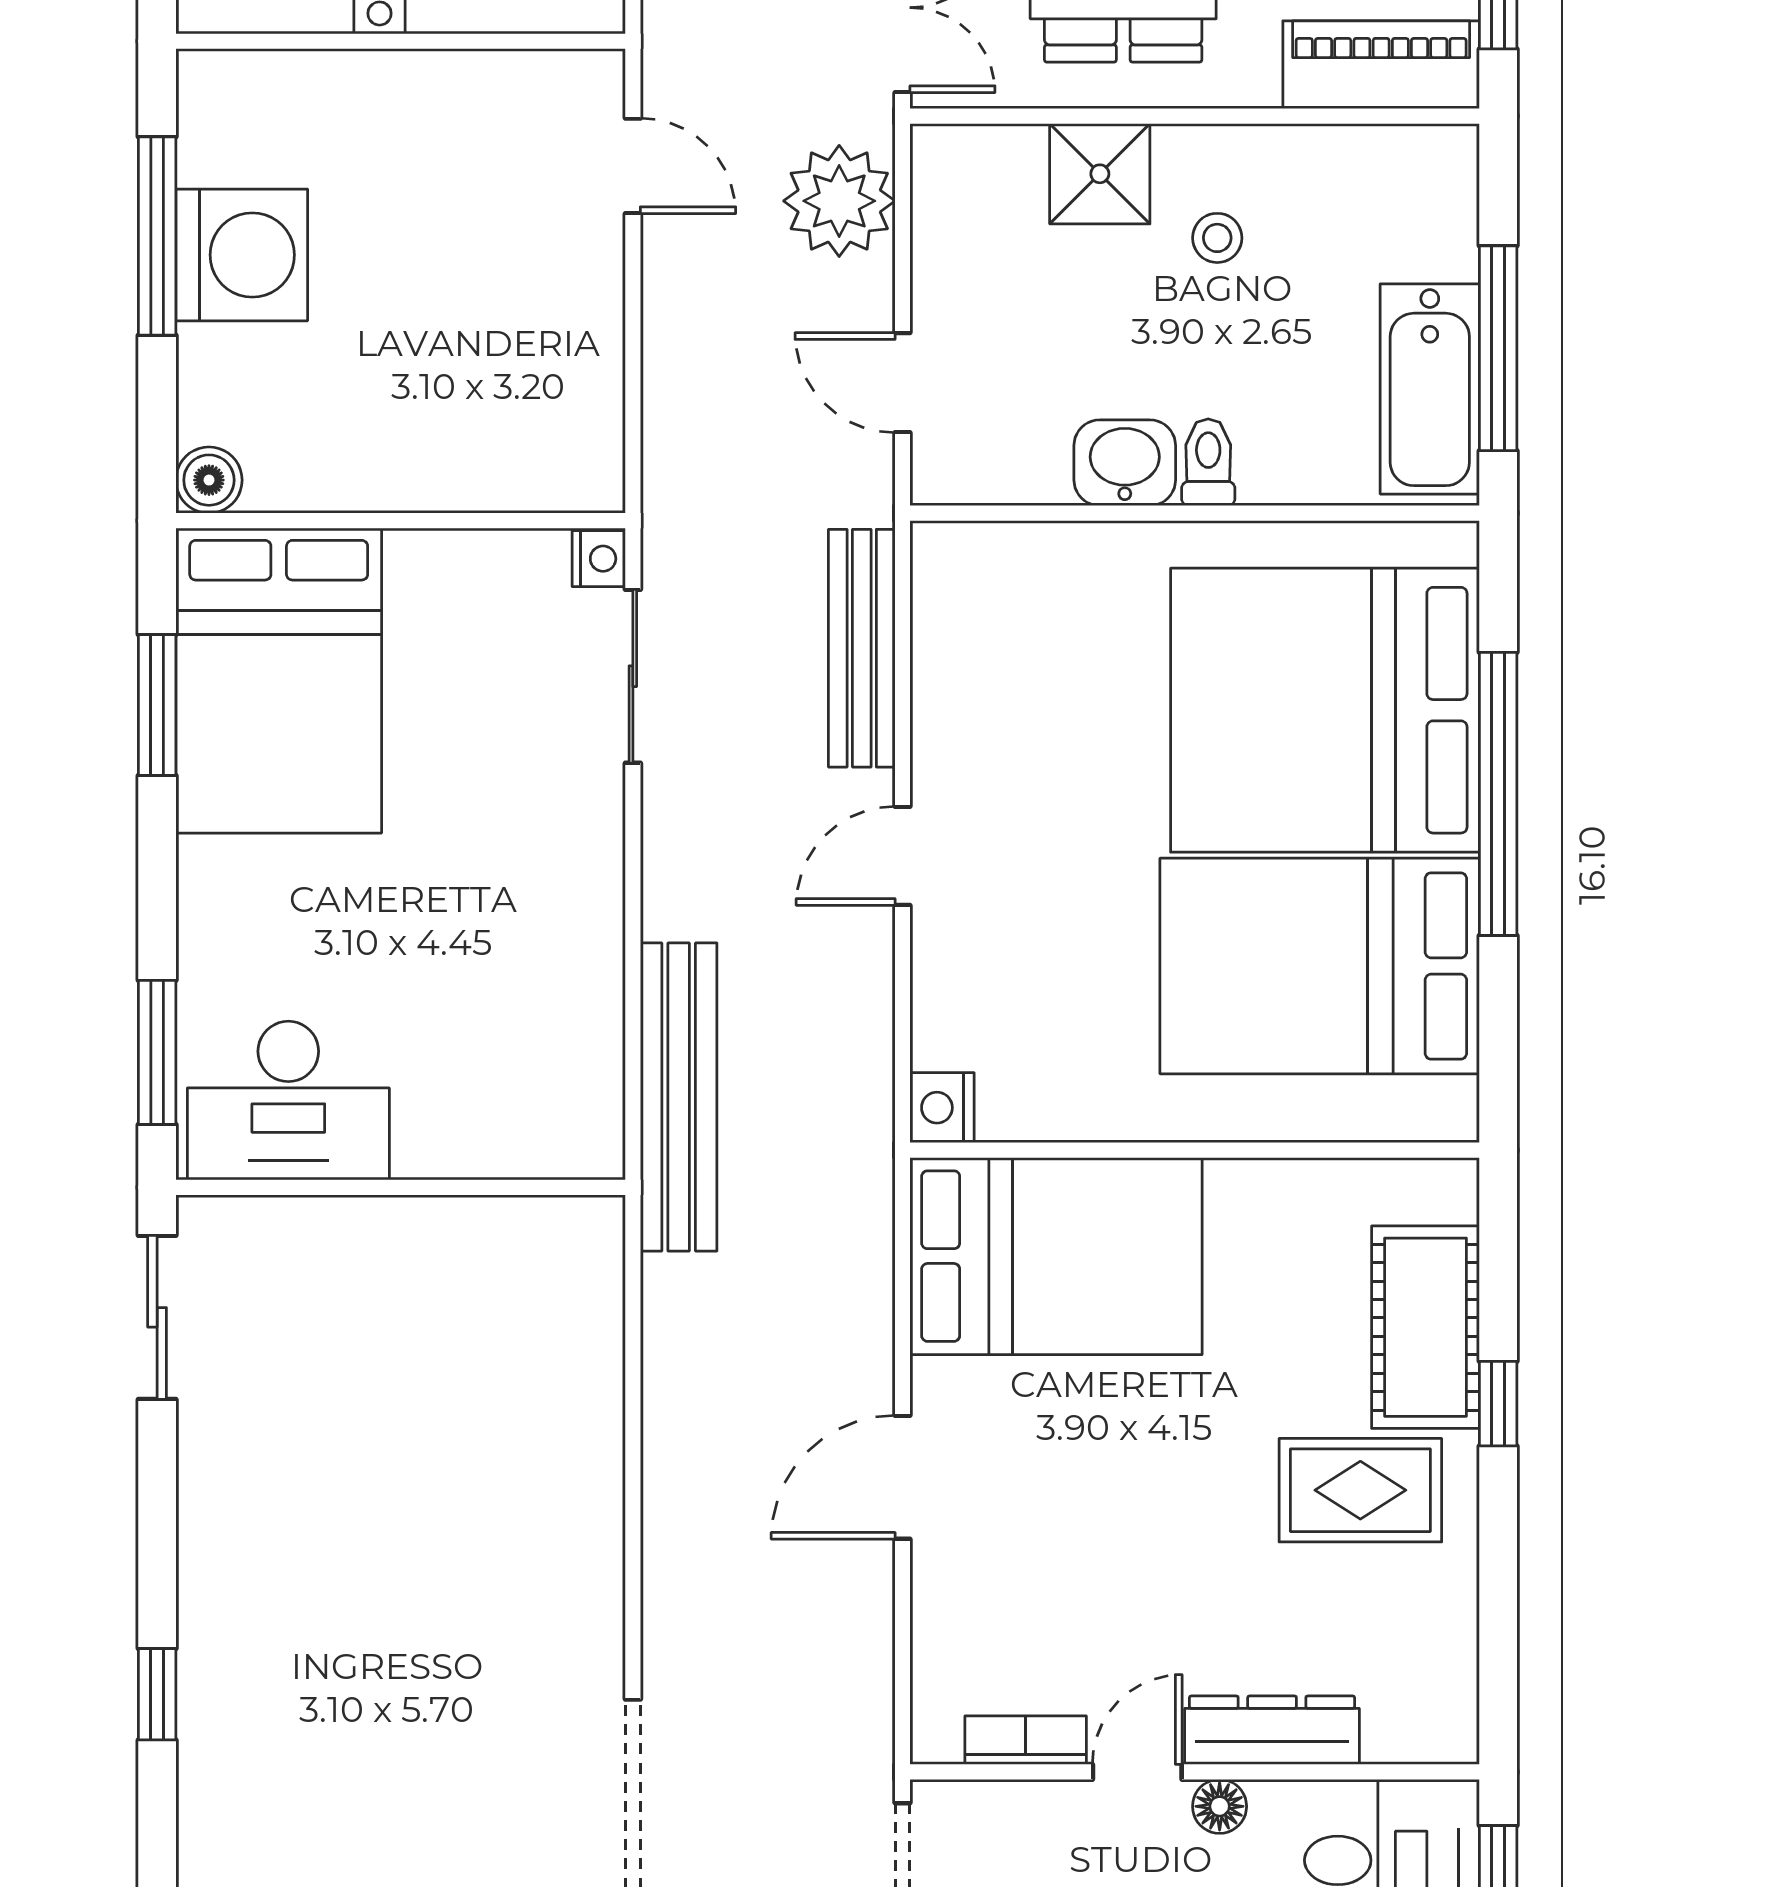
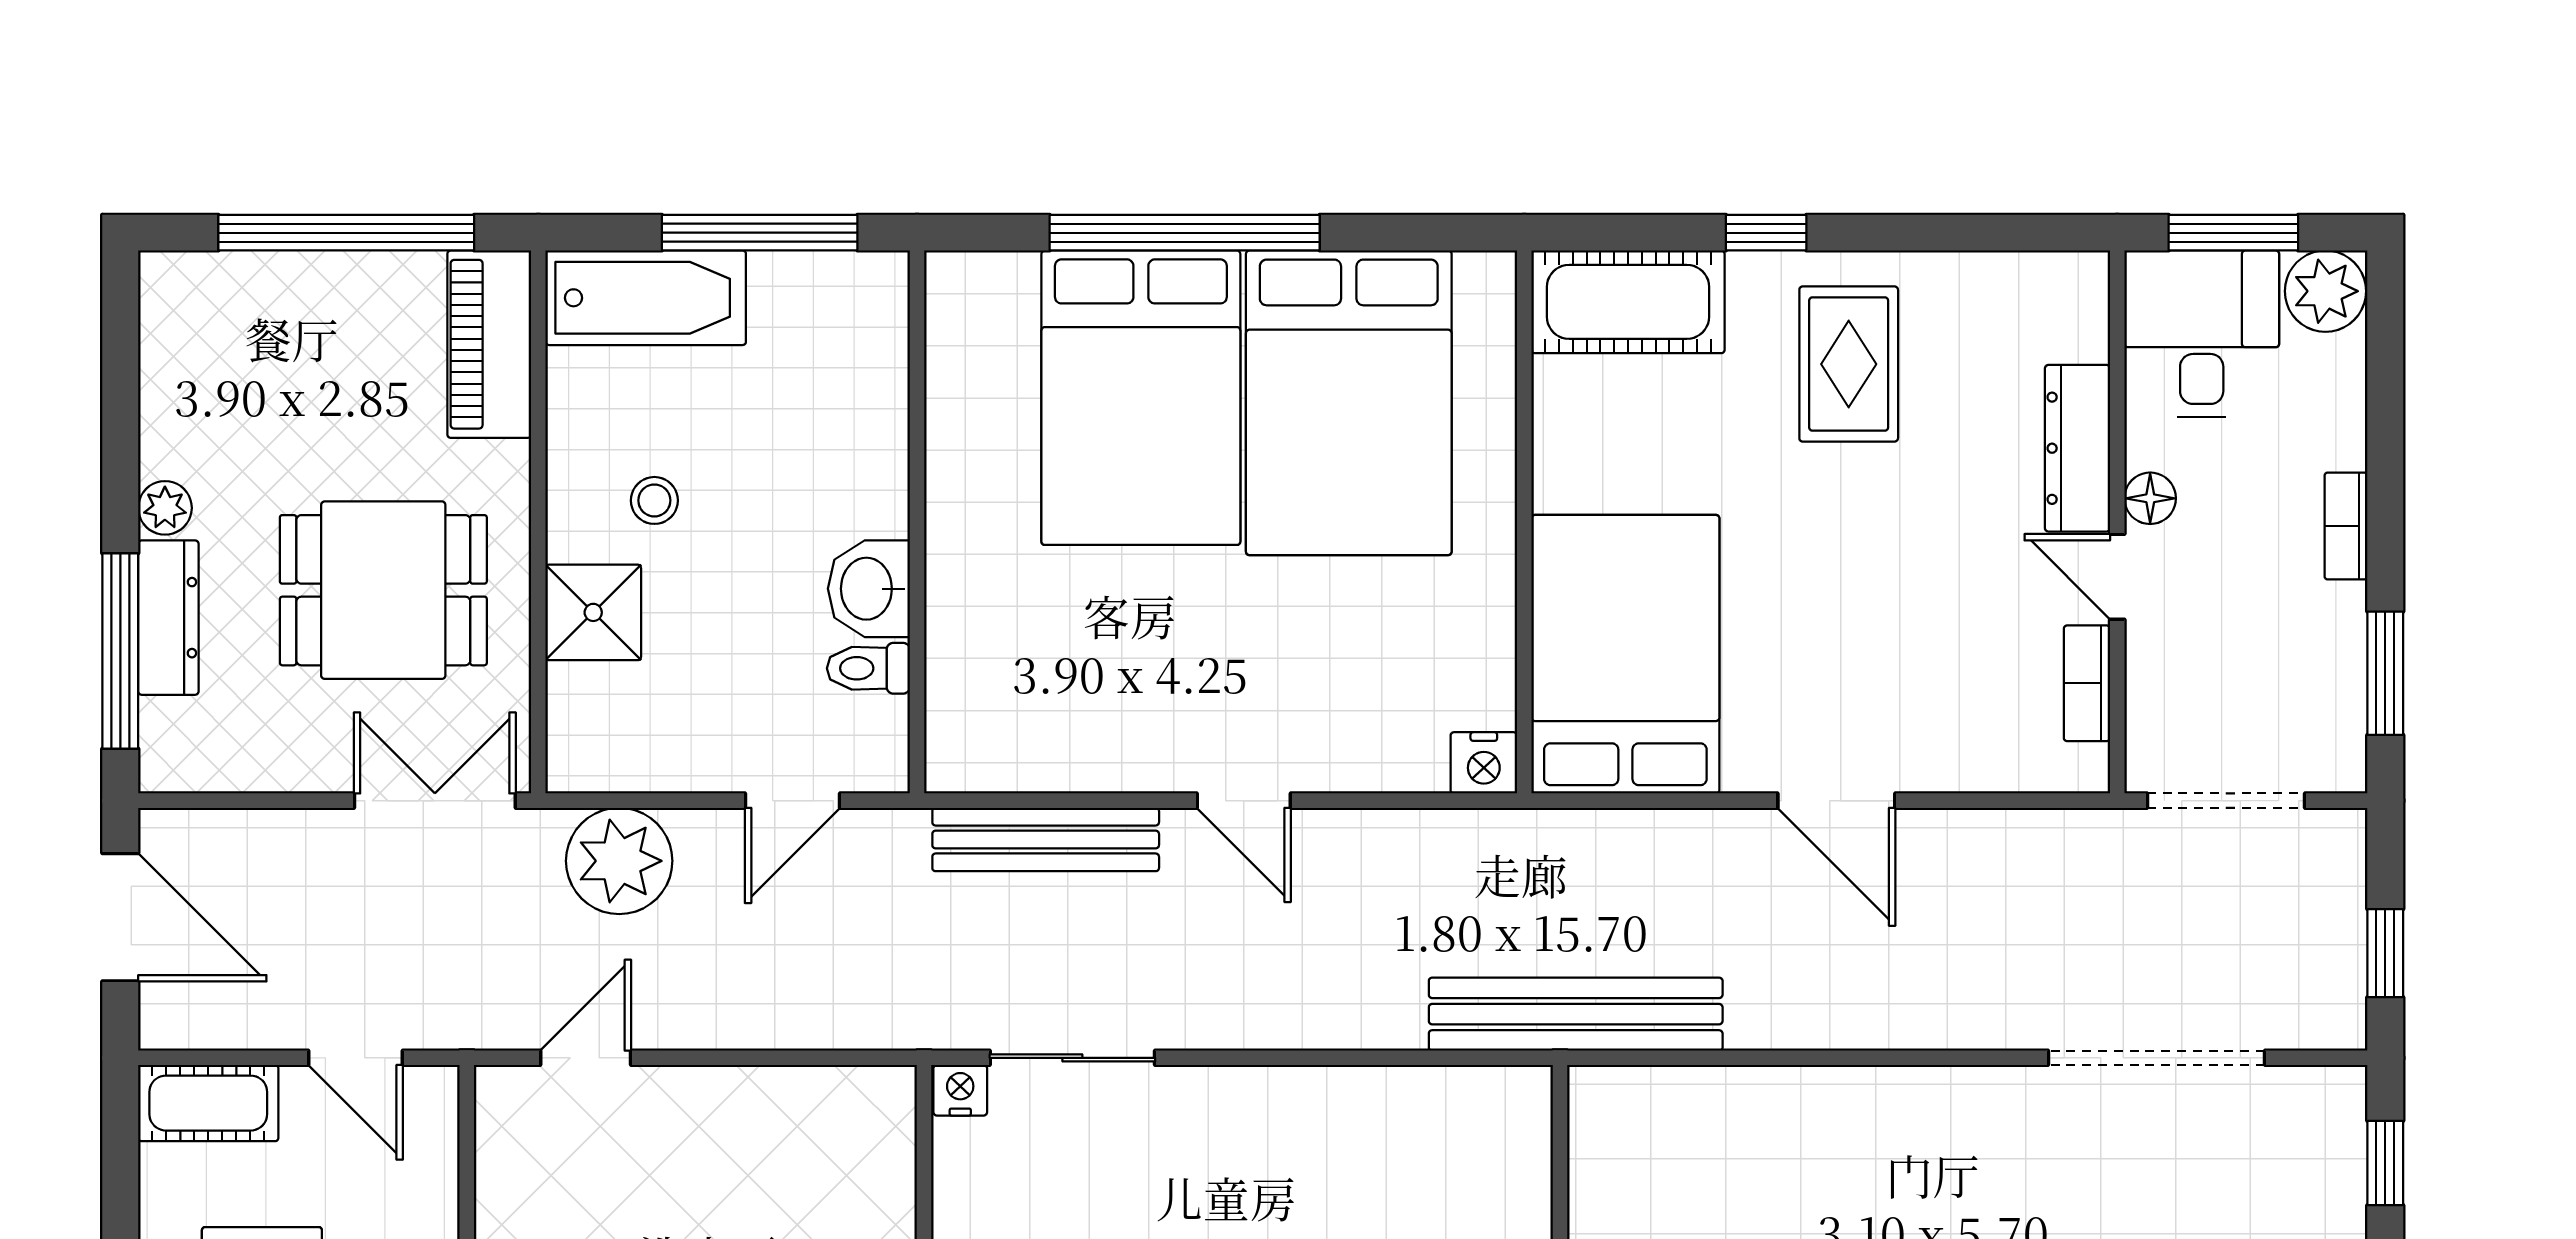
bathtub: (1430, 389) -> (646, 298), moved
toilet: (1208, 462) -> (868, 668), moved
bed: (1325, 710) -> (1141, 398), width x0.73
bench: (679, 1097) -> (1576, 1014), moved
cot: (1425, 1327) -> (1628, 302), moved

